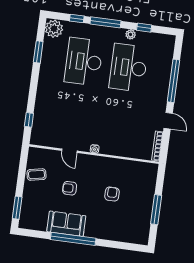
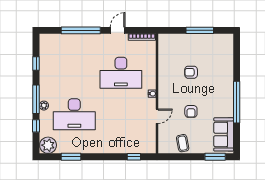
plant: (131, 34) -> (44, 106), moved
desk: (129, 68) -> (121, 73), moved
sofa: (66, 224) -> (224, 134), moved

